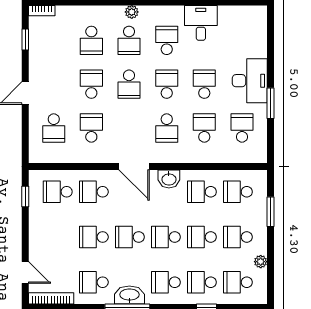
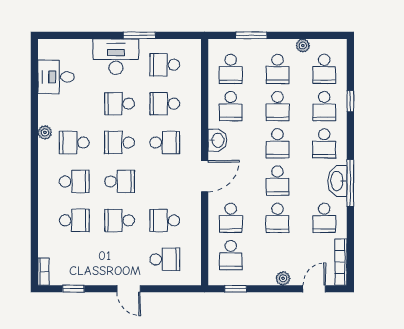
plant: (132, 12) -> (45, 132), moved
desk: (201, 23) -> (56, 77), moved
plant: (35, 242) -> (283, 278), added

